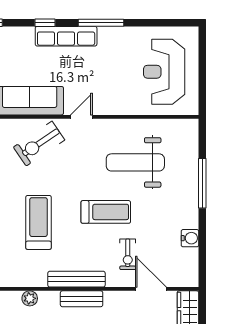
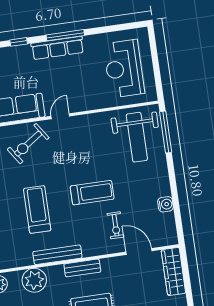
row of seats: (66, 36) -> (57, 48), moved
weight bench: (135, 162) -> (137, 137), moved, turned -90
window: (202, 183) -> (166, 132), moved
bench: (76, 279) -> (57, 255), moved
plant: (30, 298) -> (34, 280), width x1.88, depth x1.88

